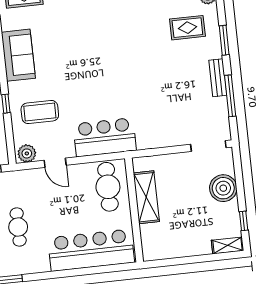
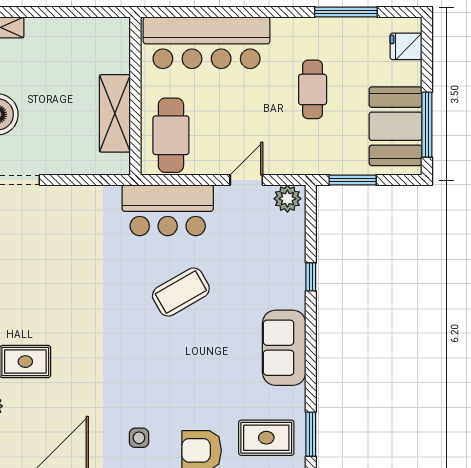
coffee table: (40, 112) -> (181, 292), moved, turned -30
door: (55, 163) -> (246, 180), hinge flipped

